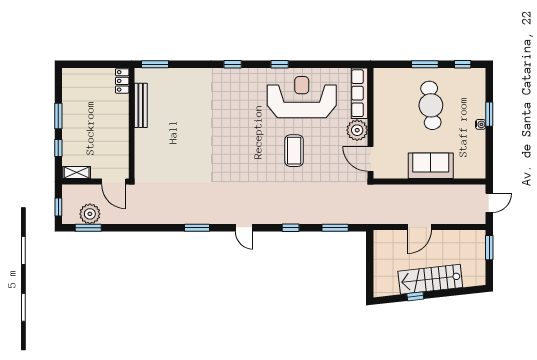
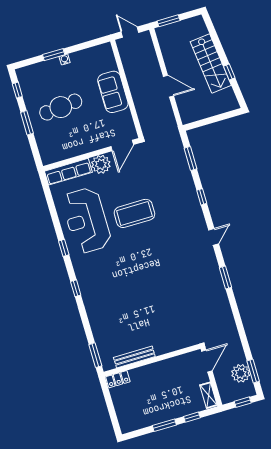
coffee table: (294, 151) -> (134, 213), width x1.36, depth x1.32

